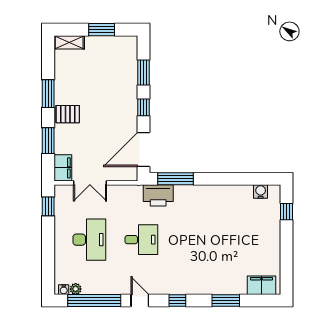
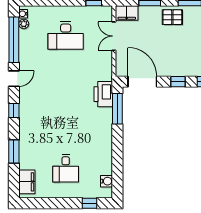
pallet: (68, 114) -> (172, 17), turned 90
desk: (141, 240) -> (66, 168), moved

